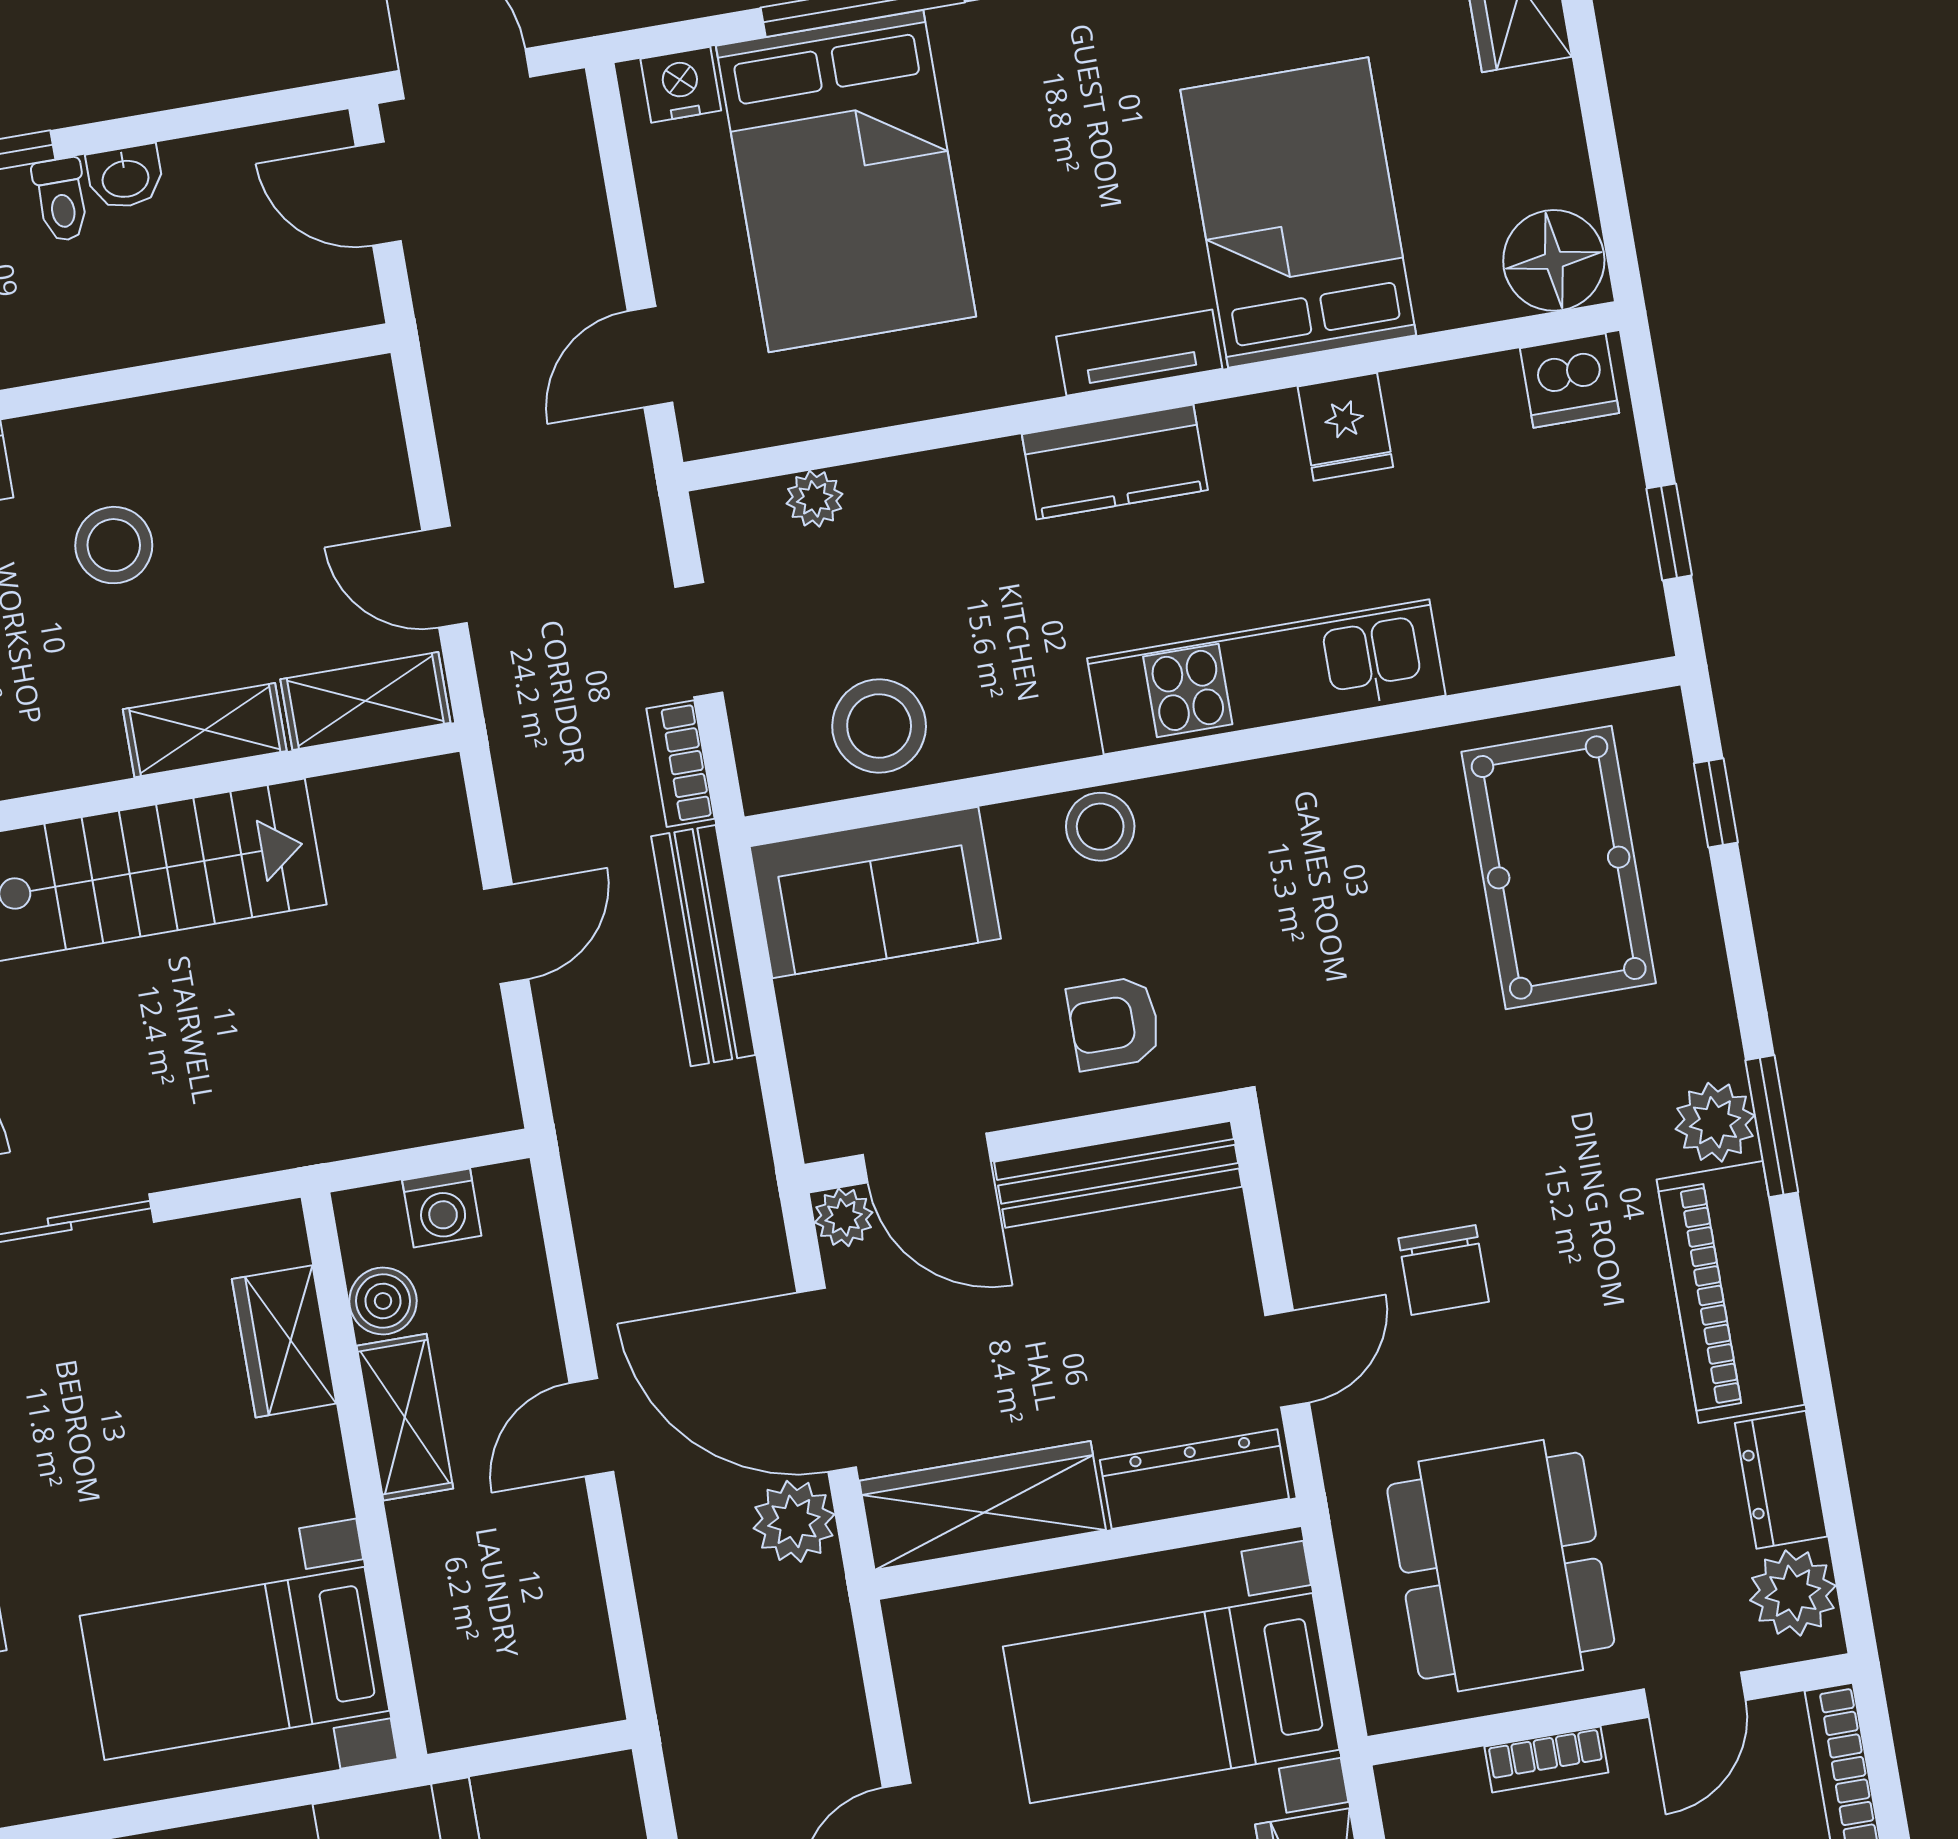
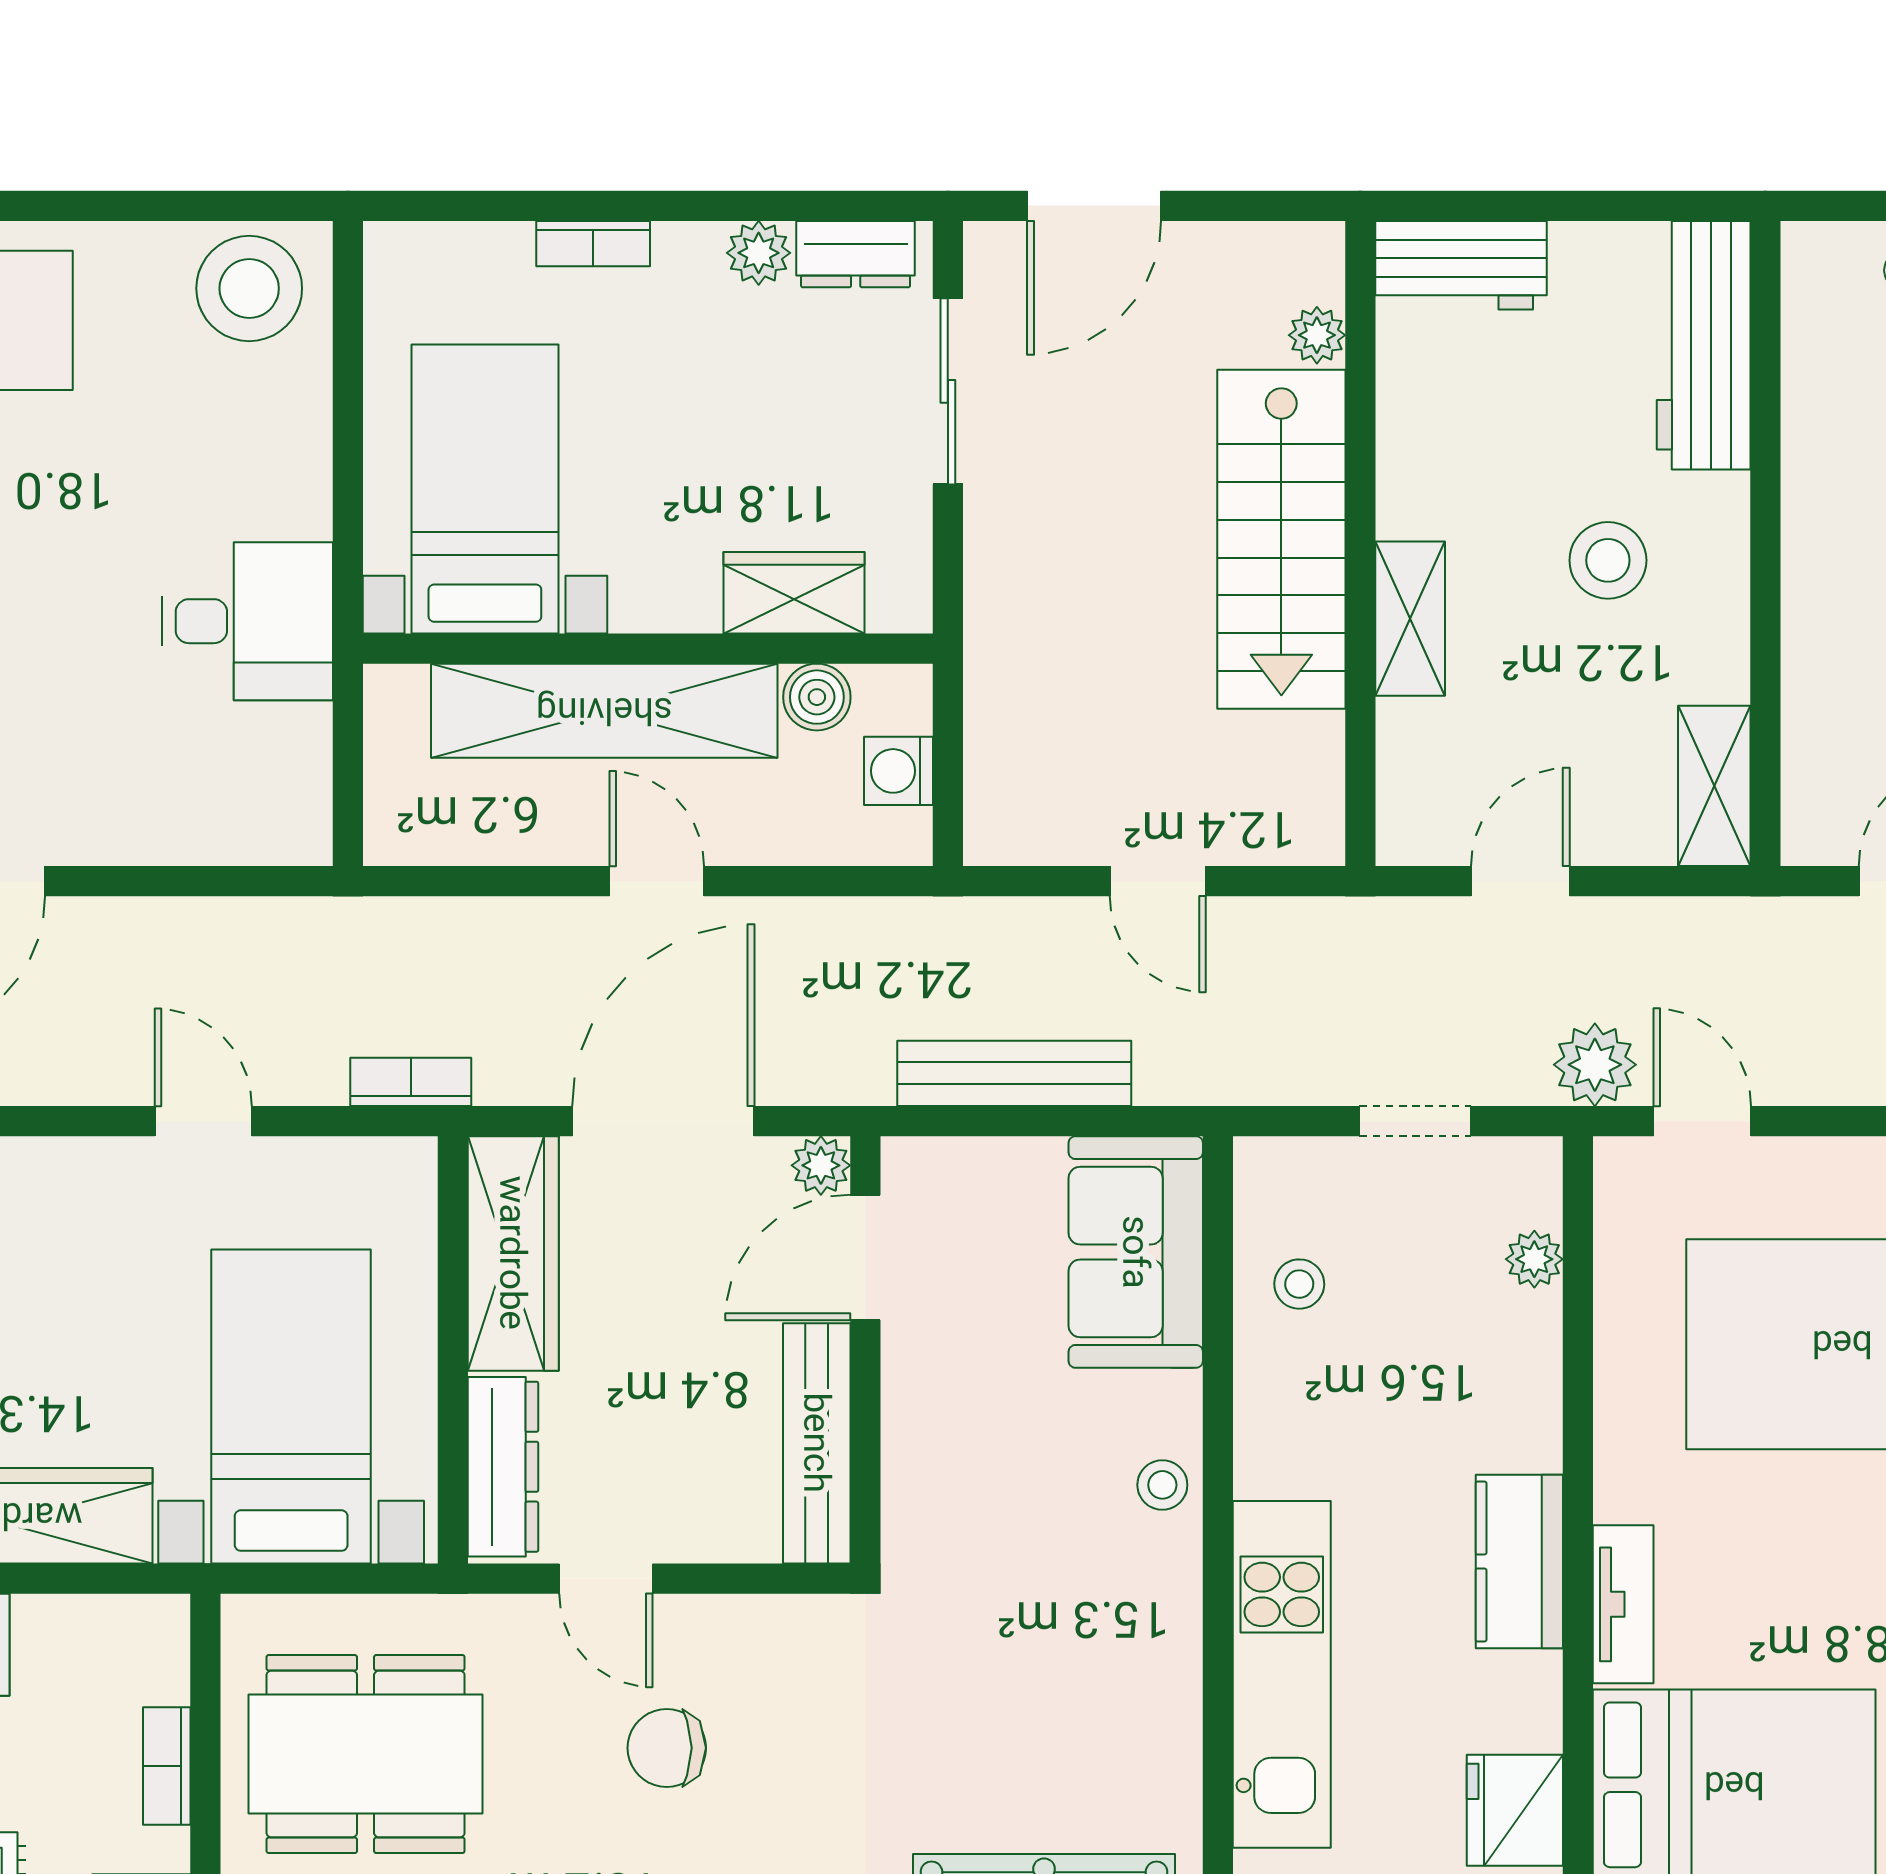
fridge: (1345, 427) -> (1515, 1810), width x1.38
shelving: (365, 701) -> (1714, 786), moved
stool: (879, 726) -> (1299, 1284), width x0.53, depth x0.53
bookcase: (680, 764) -> (411, 1082), moved
stool: (1100, 827) -> (1162, 1485), width x0.73, depth x0.73
bench: (703, 946) -> (1014, 1073), moved
armchair: (1114, 1023) -> (966, 1465), removed
shelving: (405, 1417) -> (604, 711), width x2.20, depth x1.33
plant: (794, 1521) -> (1595, 1065), moved

